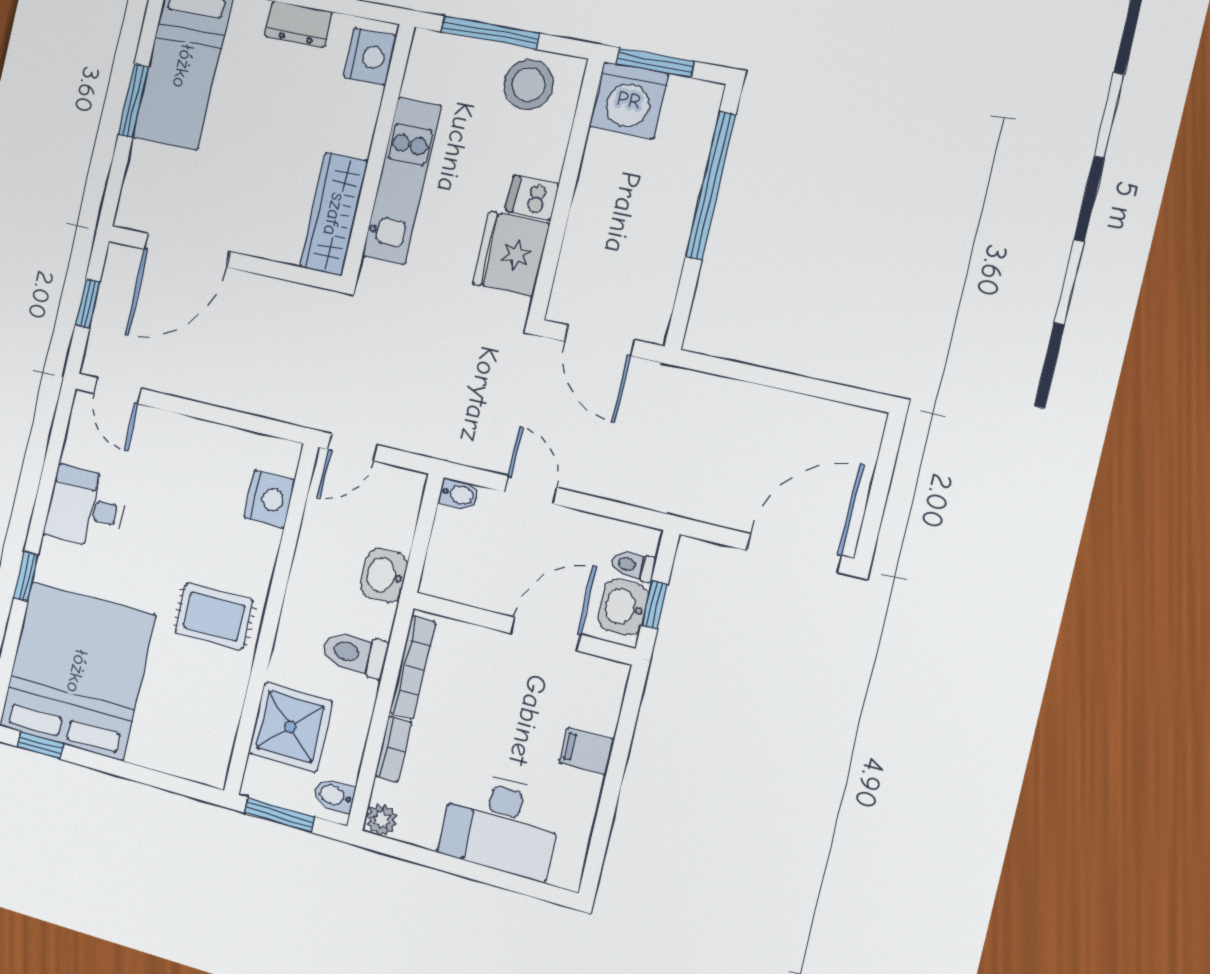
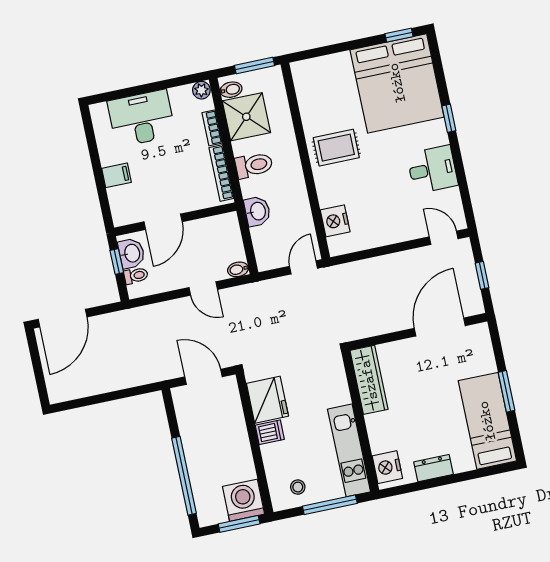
stool: (529, 85) -> (298, 487), width x0.53, depth x0.53
kitchen unit: (402, 181) -> (349, 450), moved
shower: (290, 727) -> (246, 117), moved

